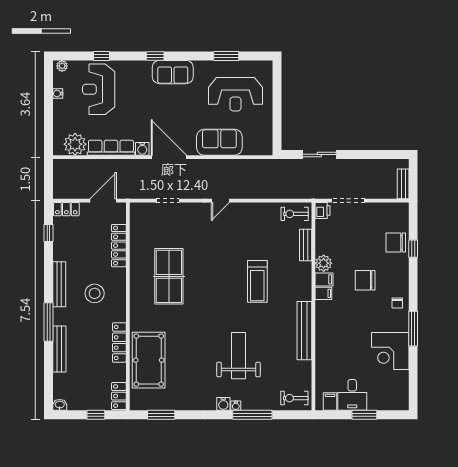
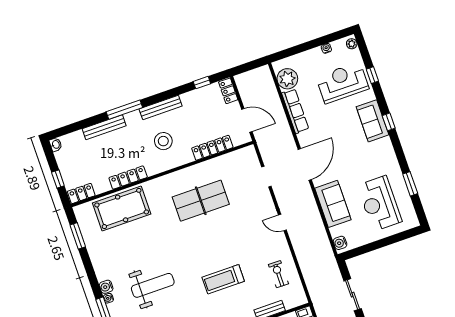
sofa: (173, 72) -> (373, 121), moved
water cooler: (142, 149) -> (340, 243), moved
exercise bike: (295, 214) -> (278, 274), moved

